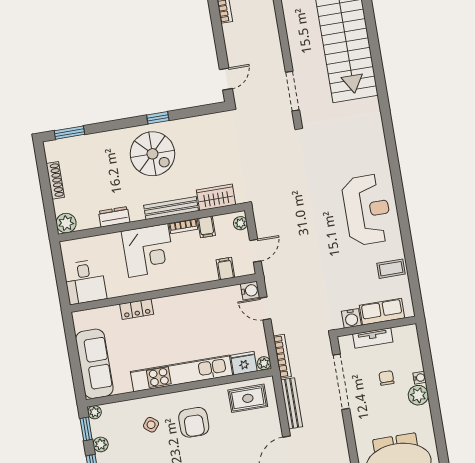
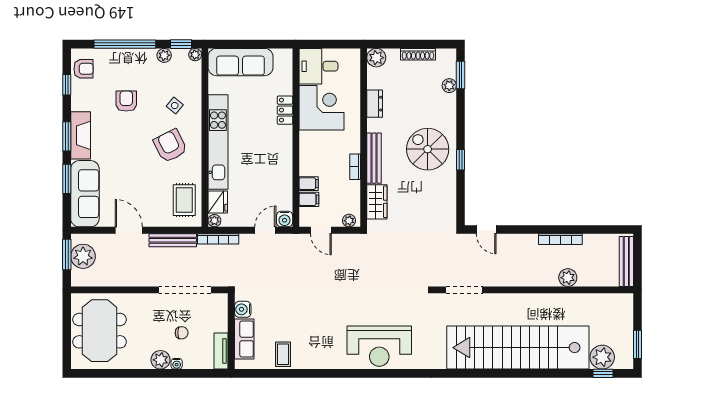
plant: (82, 142) -> (449, 86), added
spiral stairs: (152, 154) -> (428, 149), turned 90
reception desk: (367, 210) -> (379, 346), moved
filing cabinet: (206, 227) -> (309, 184), moved, turned 180
corner desk: (148, 250) -> (321, 108), moved, turned 180
tv unit: (373, 338) -> (221, 351), moved
armchair: (194, 422) -> (170, 146), turned 63

